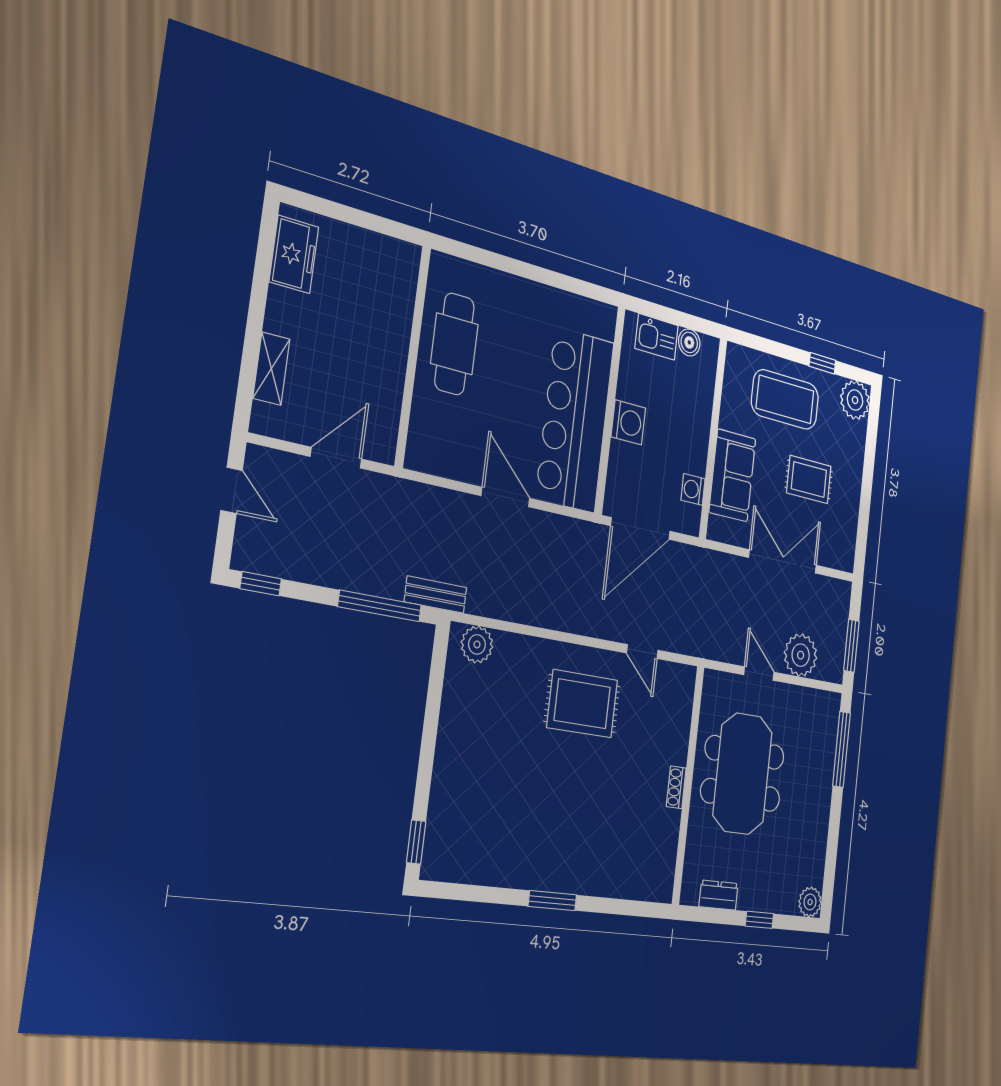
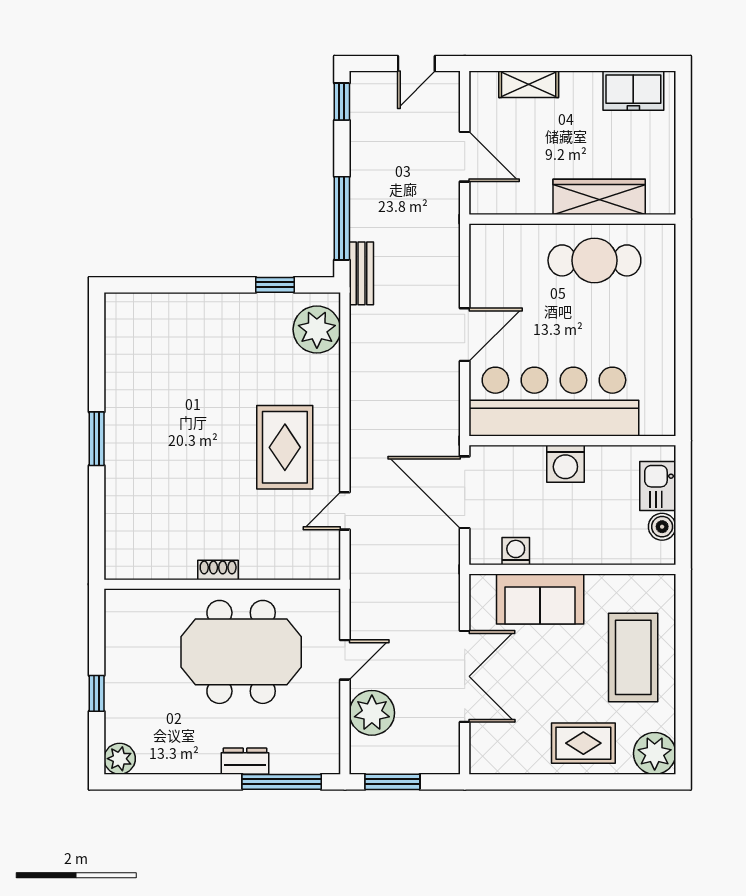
wardrobe: (395, 322) -> (599, 197), added
window: (822, 363) -> (683, 703), removed
rug: (809, 480) -> (583, 743), moved, turned 90
plant: (477, 644) -> (317, 329), width x1.36, depth x1.36
window: (416, 842) -> (275, 285), moved
dresser: (719, 895) -> (245, 761), moved, turned -90

